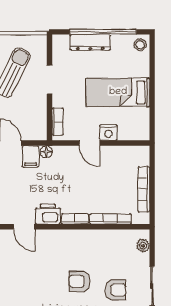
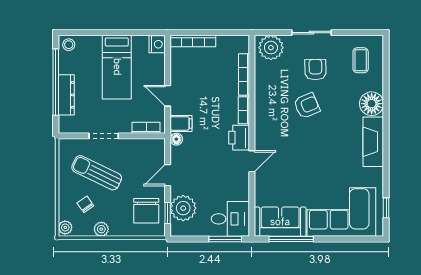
nightstand: (108, 133) -> (157, 44), moved
door: (89, 143) -> (168, 96), swing flipped
filing cabinet: (31, 156) -> (181, 123), moved
bookcase: (144, 189) -> (193, 41), moved
plant: (143, 246) -> (271, 48), width x1.88, depth x1.88
armchair: (80, 281) -> (307, 106), turned -113

